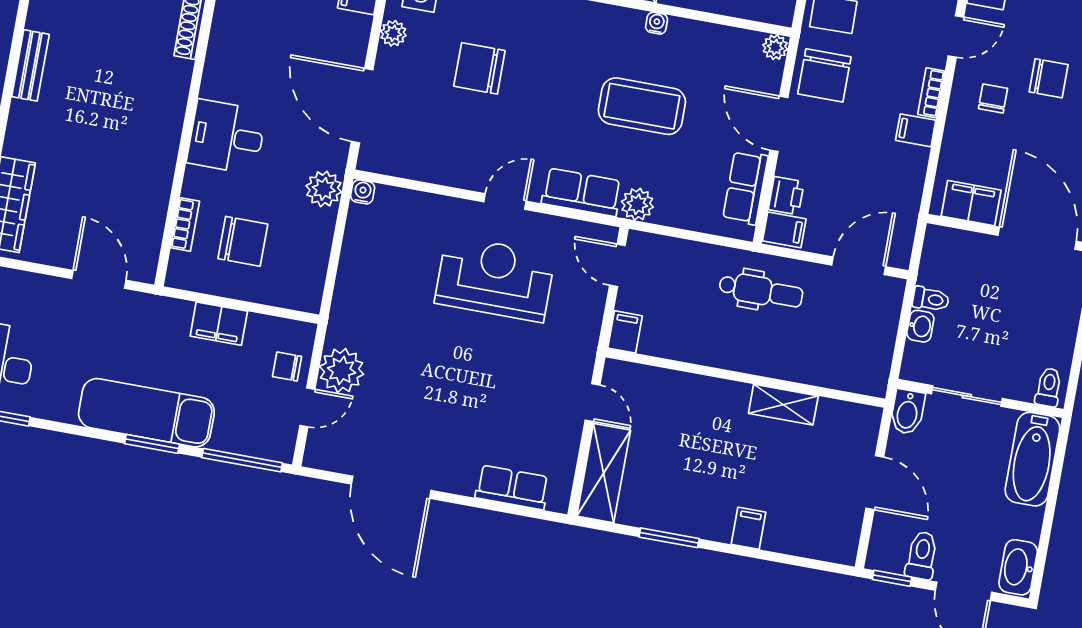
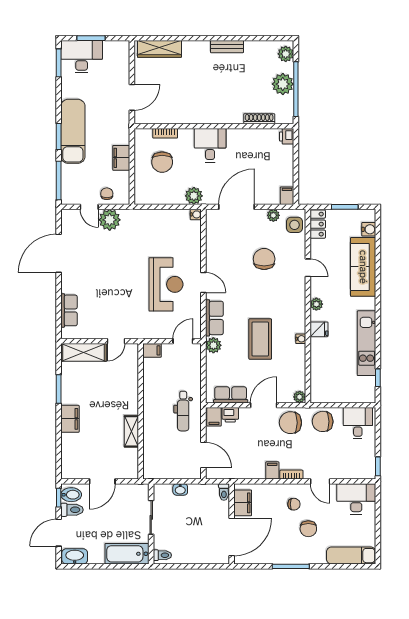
toilet: (931, 299) -> (224, 492), moved
bidet: (907, 412) -> (71, 495), moved, turned 180
filing cabinet: (748, 528) -> (70, 419), width x2.00

